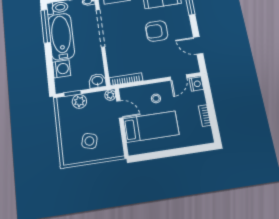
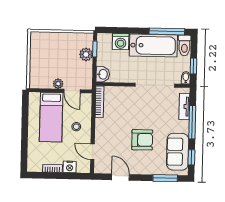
armchair: (157, 31) -> (142, 140), turned 90
door: (198, 45) -> (120, 177), hinge flipped
nightstand: (196, 84) -> (70, 167), moved
plant: (110, 95) -> (58, 84), moved
door: (120, 109) -> (72, 91), hinge flipped
side table: (89, 141) -> (48, 59), removed

